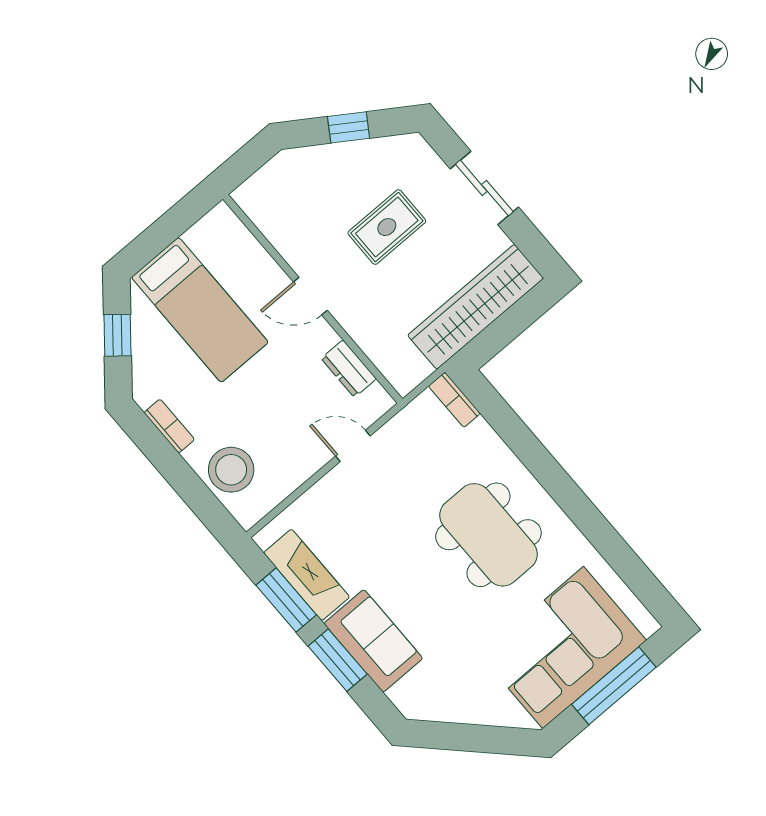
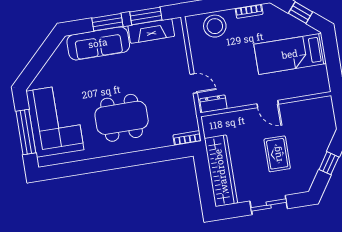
door: (310, 296) -> (268, 104), swing flipped
dresser: (349, 369) -> (213, 104), moved
door: (353, 446) -> (194, 83), hinge flipped
sofa: (373, 641) -> (98, 43), width x1.36

